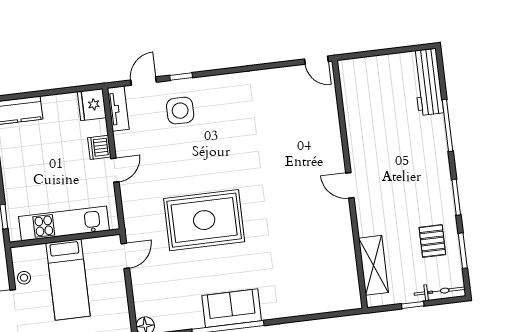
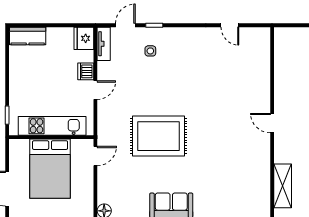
door: (316, 60) -> (230, 25), moved
side table: (180, 111) -> (150, 51), width x0.54, depth x0.54
stool: (24, 278) -> (17, 163), removed
bed: (68, 279) -> (50, 169), width x1.50

